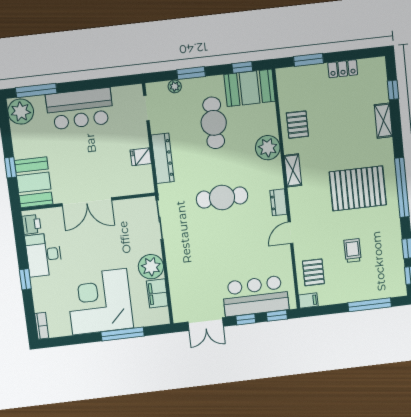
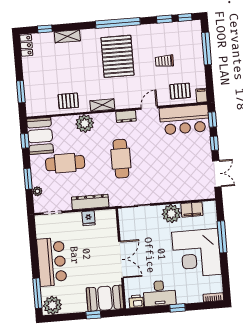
locker: (343, 69) -> (26, 45), moved
door: (290, 233) -> (149, 108), swing flipped
bar counter: (255, 296) -> (184, 120), moved, turned -90

